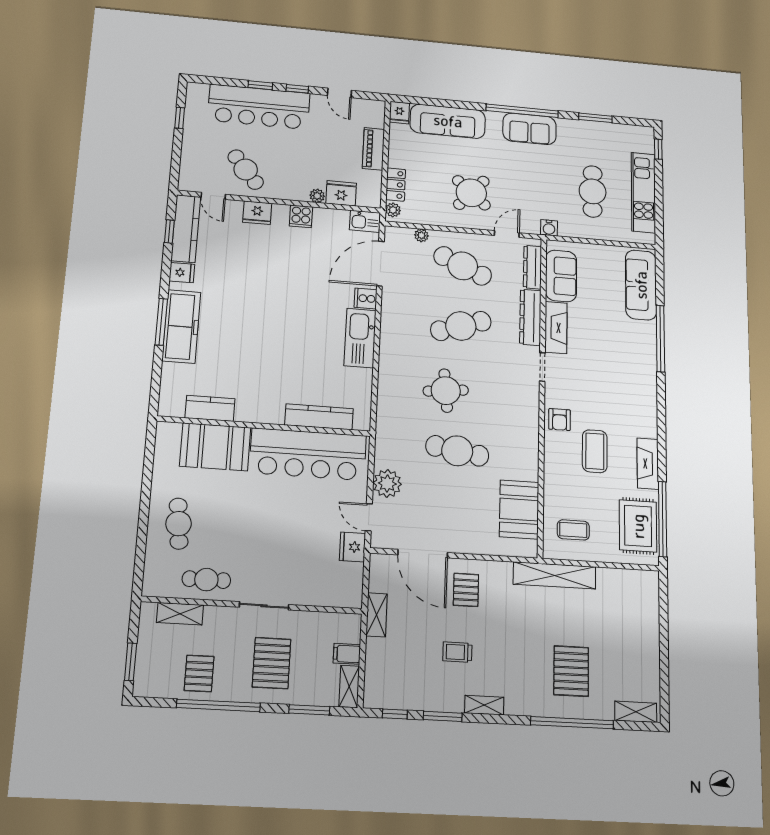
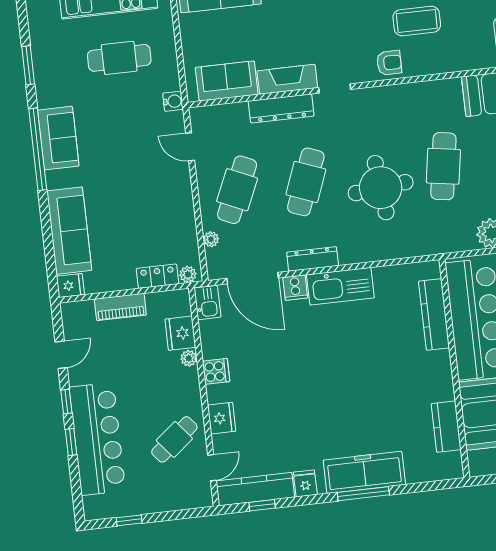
round table: (471, 193) -> (150, 192), removed
dresser: (533, 267) -> (313, 259), moved, turned 180
cafe table: (461, 326) -> (306, 182), turned 39
round table: (446, 391) -> (381, 188), width x1.36, depth x1.36

